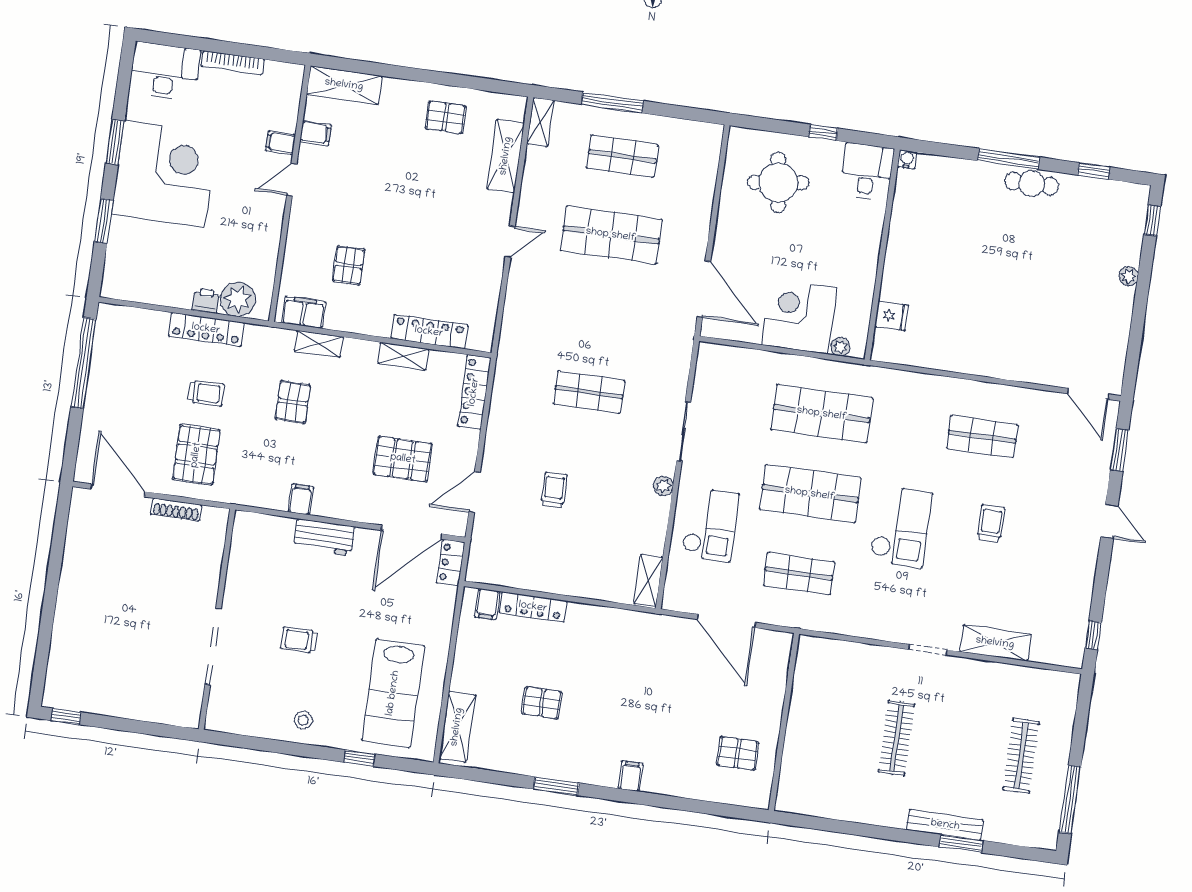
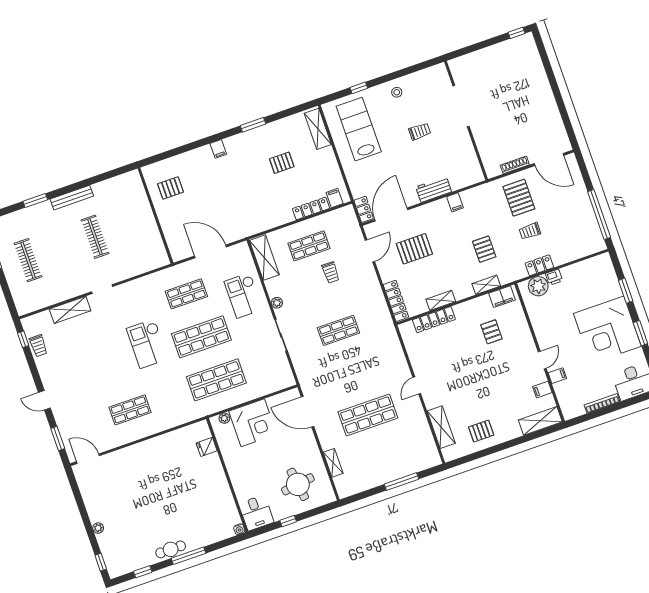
shelving: (540, 122) -> (333, 463), moved
shop shelf: (622, 156) -> (309, 246), moved
locker: (206, 329) -> (539, 265), width x0.66
trolley: (991, 523) -> (38, 346), moved
shelving: (648, 580) -> (264, 258), width x1.50, depth x1.33
bench: (945, 825) -> (72, 198), moved

